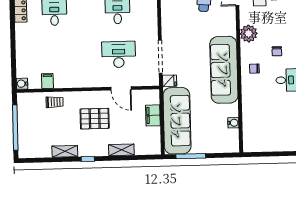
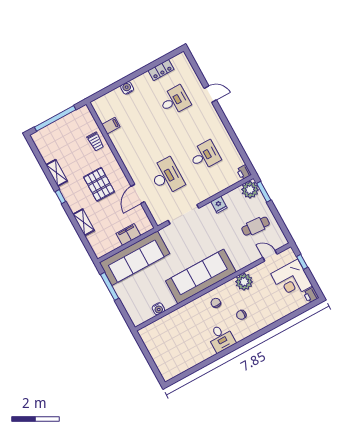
fridge: (170, 81) -> (219, 205), moved
water cooler: (22, 84) -> (127, 88), moved

